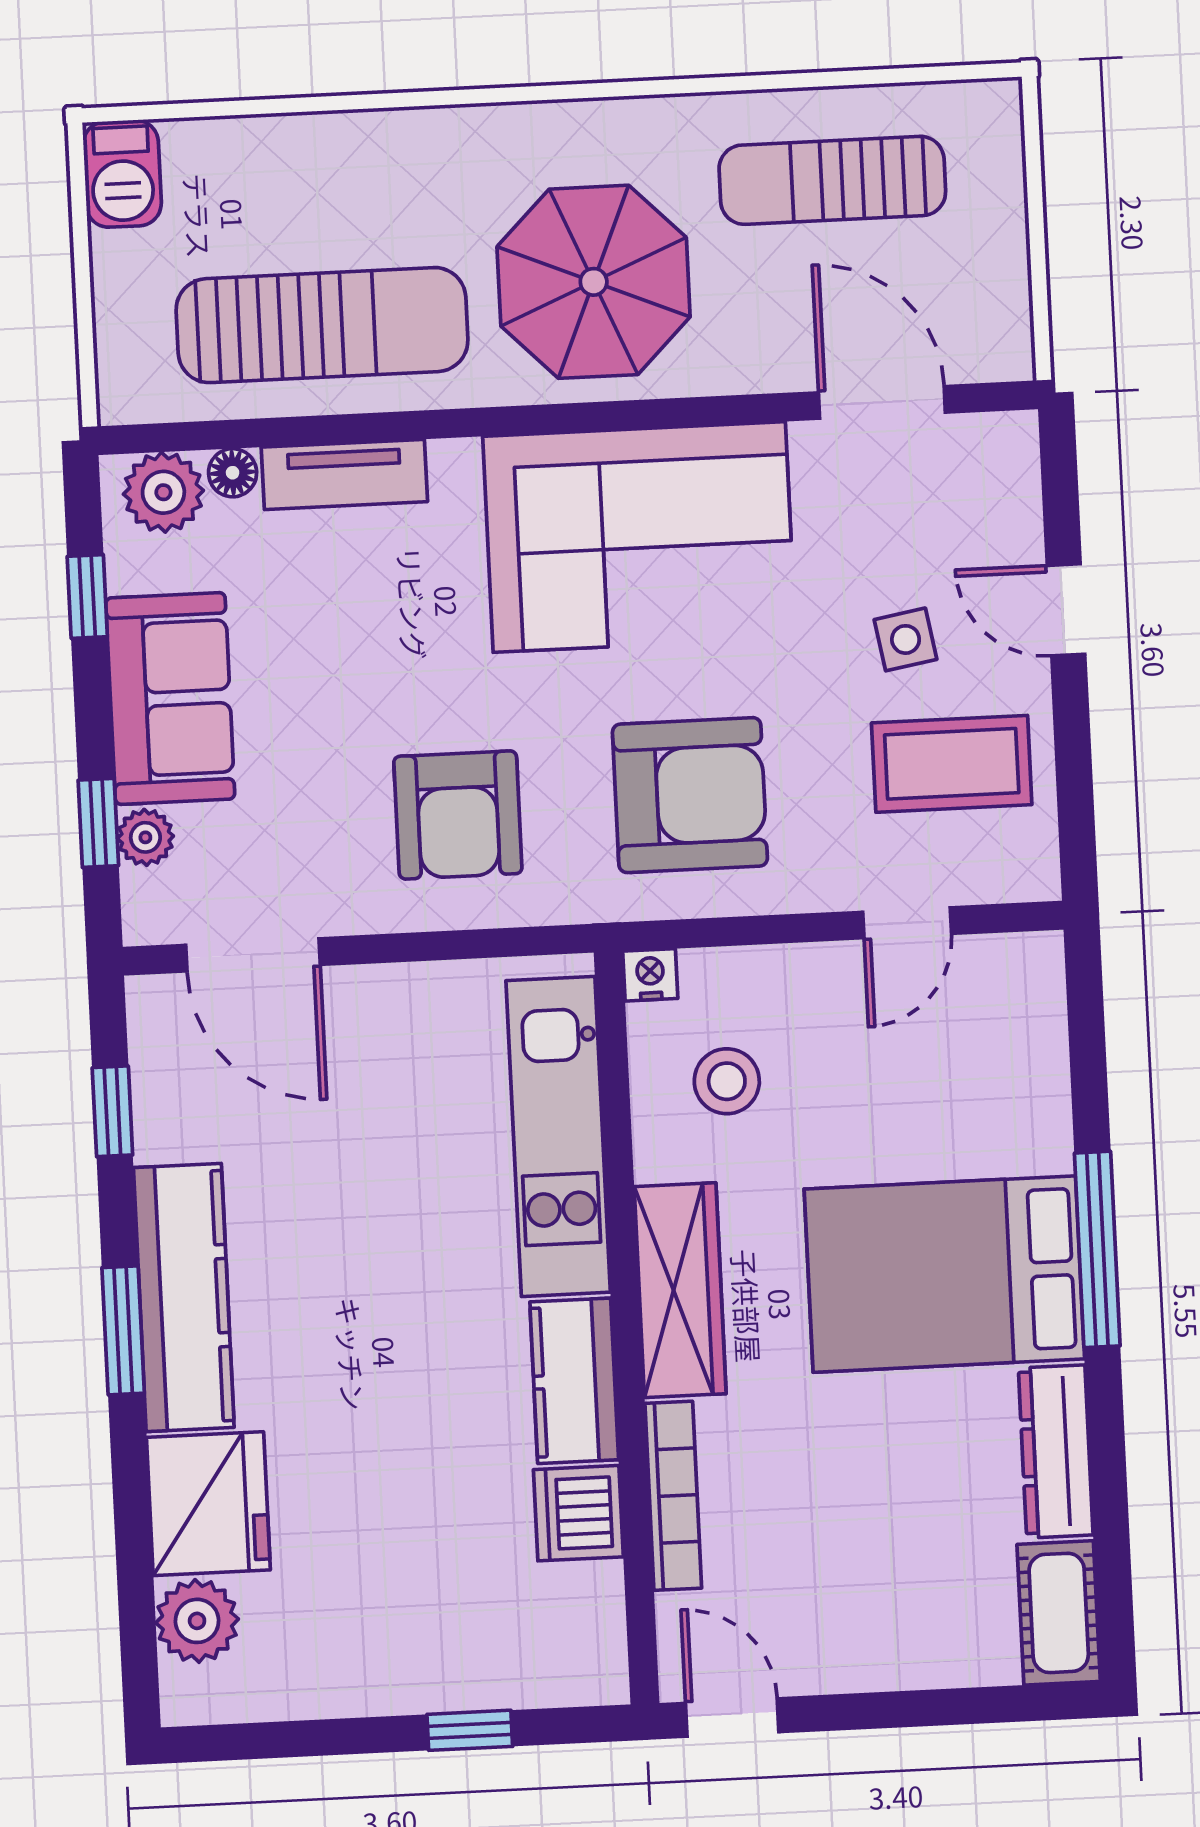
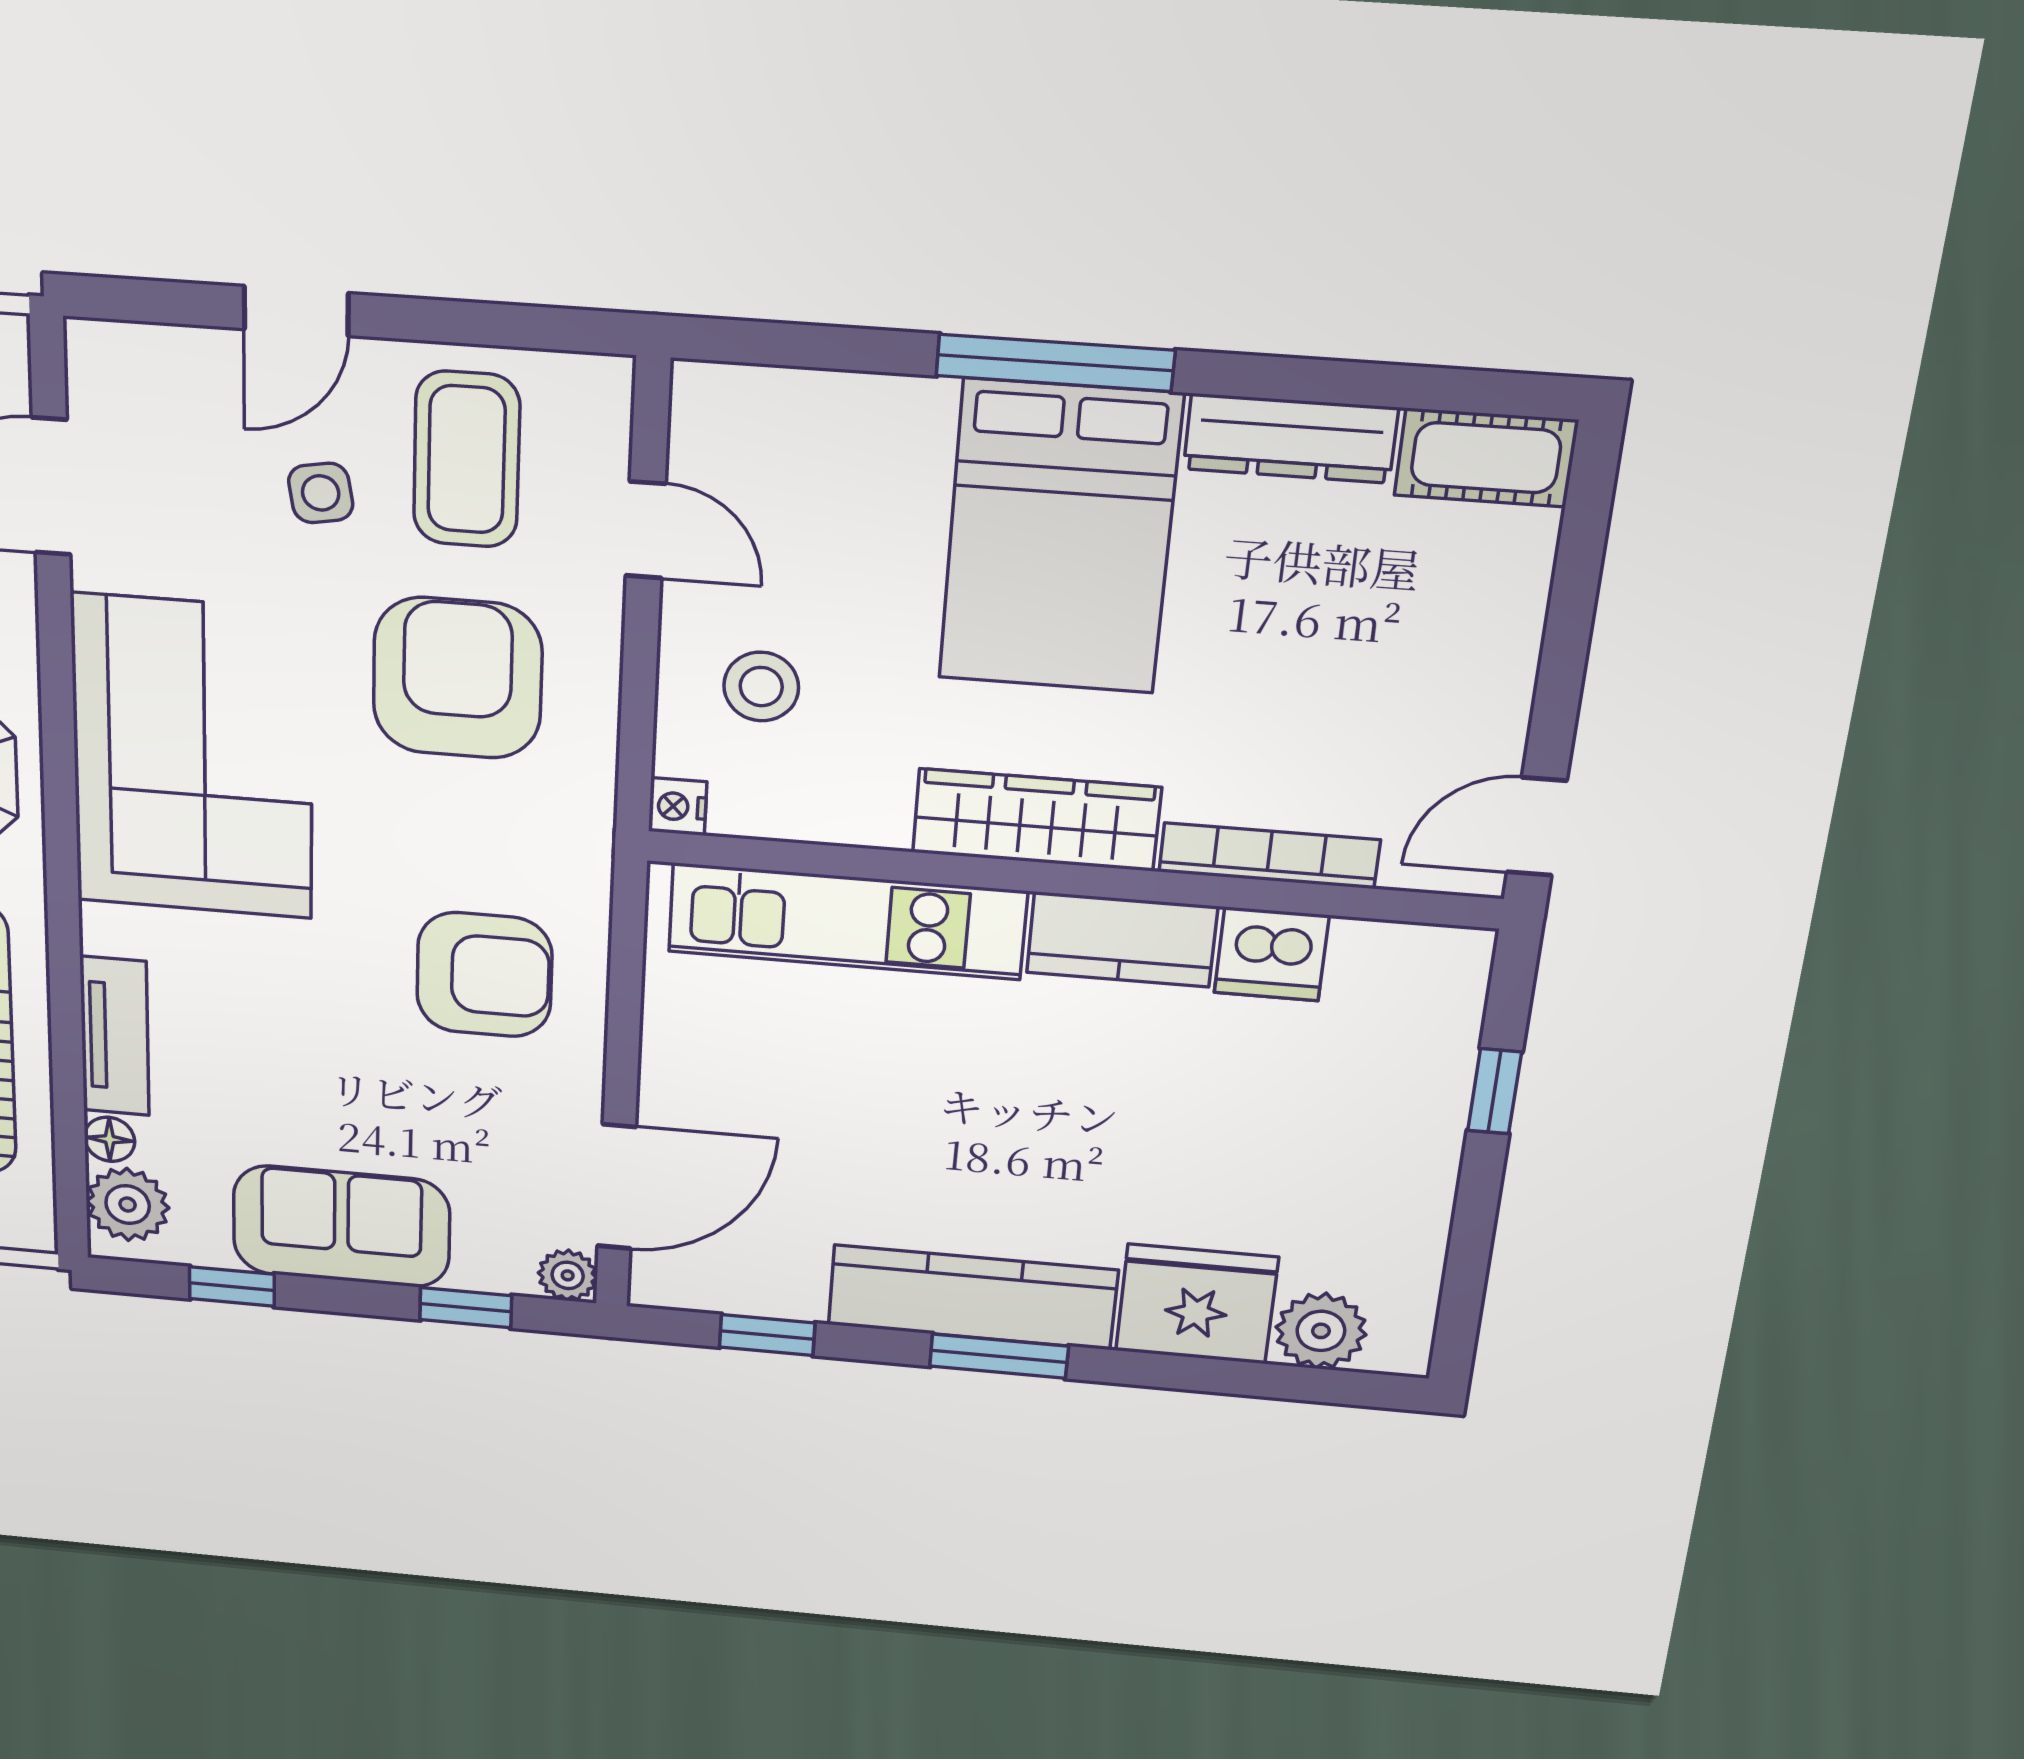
armchair: (690, 795) -> (457, 678), moved
plant: (145, 837) -> (568, 1275), moved
stool: (727, 1081) -> (761, 687), moved

